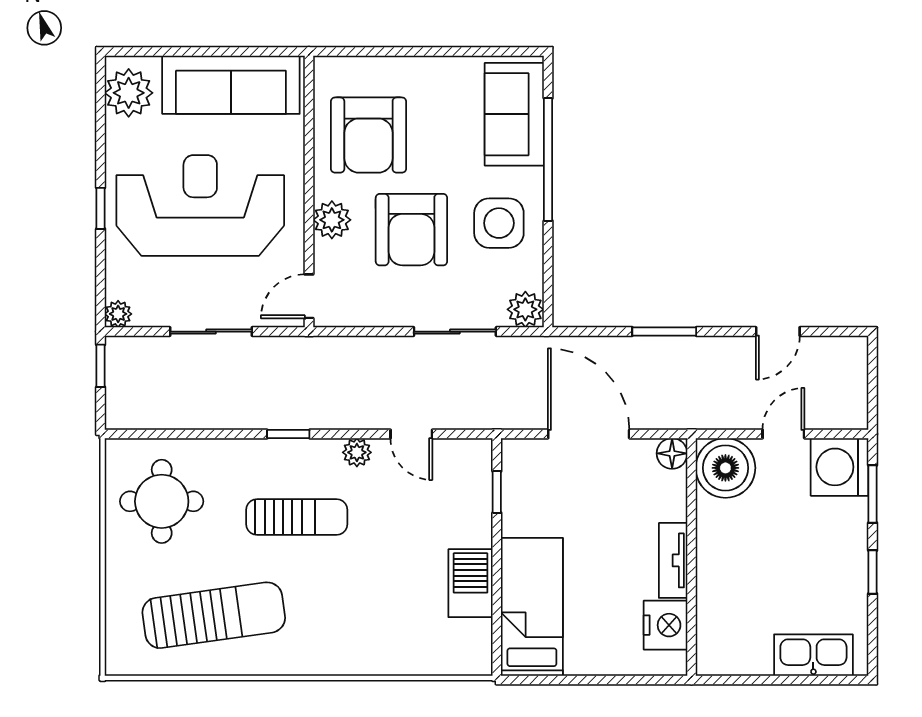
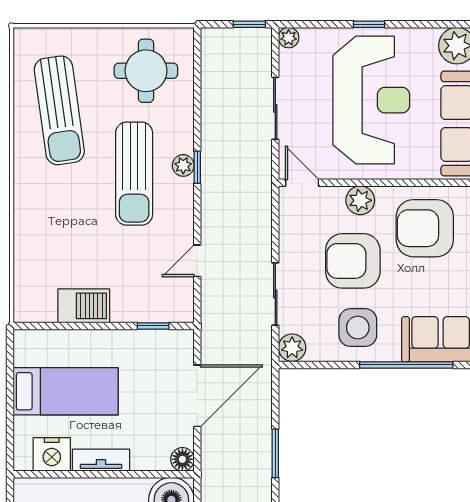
plant: (357, 452) -> (183, 165), moved
sun lounger: (297, 517) -> (134, 174), width x1.36, depth x1.34
bed: (532, 607) -> (66, 391), moved

